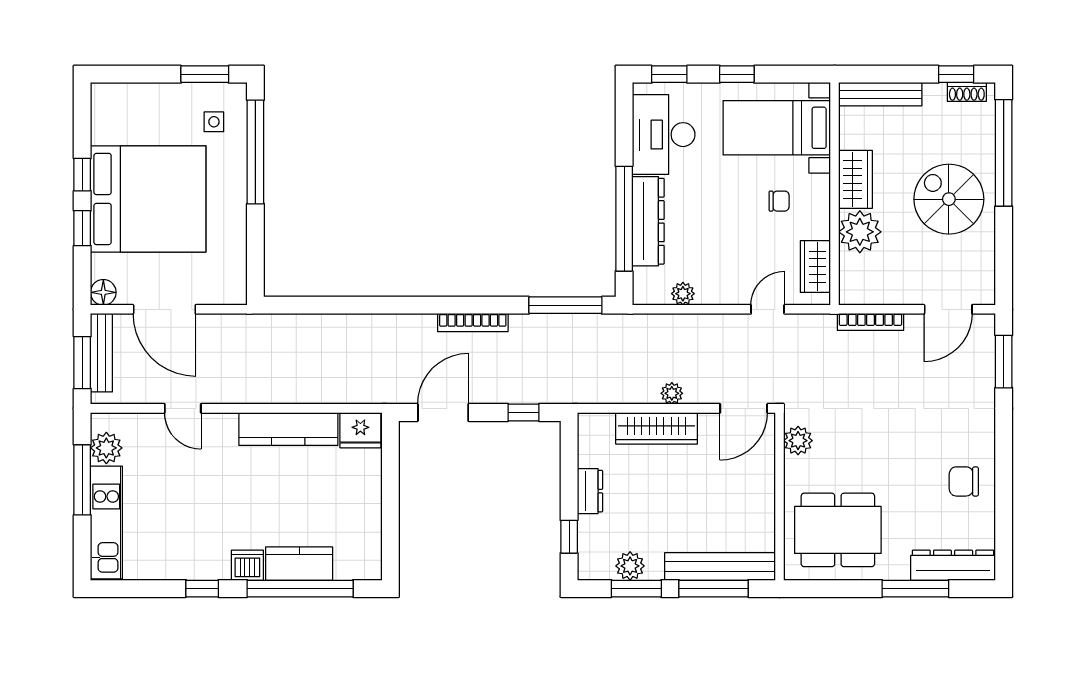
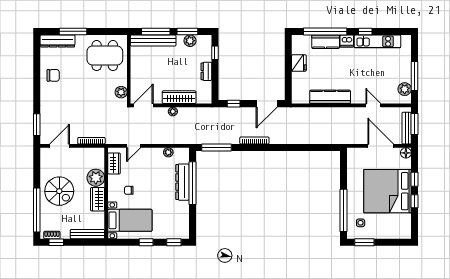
desk: (664, 135) -> (176, 218), removed
fridge: (360, 430) -> (299, 63), moved, turned 90
kitchen unit: (106, 522) -> (377, 41), moved, turned -90

